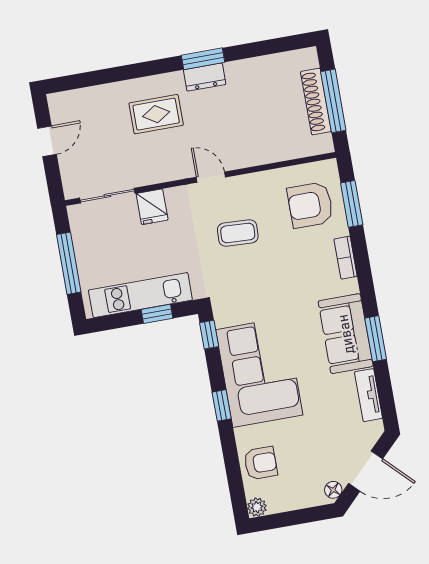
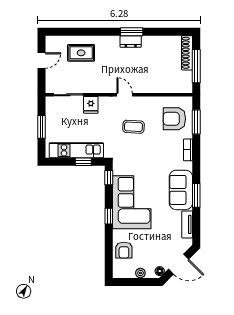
shoe rack: (316, 102) -> (187, 53), moved
rug: (156, 114) -> (81, 53), moved
window: (69, 263) -> (42, 127), width x0.69
armchair: (261, 463) -> (124, 250), turned 90
plant: (257, 507) -> (140, 273), moved

